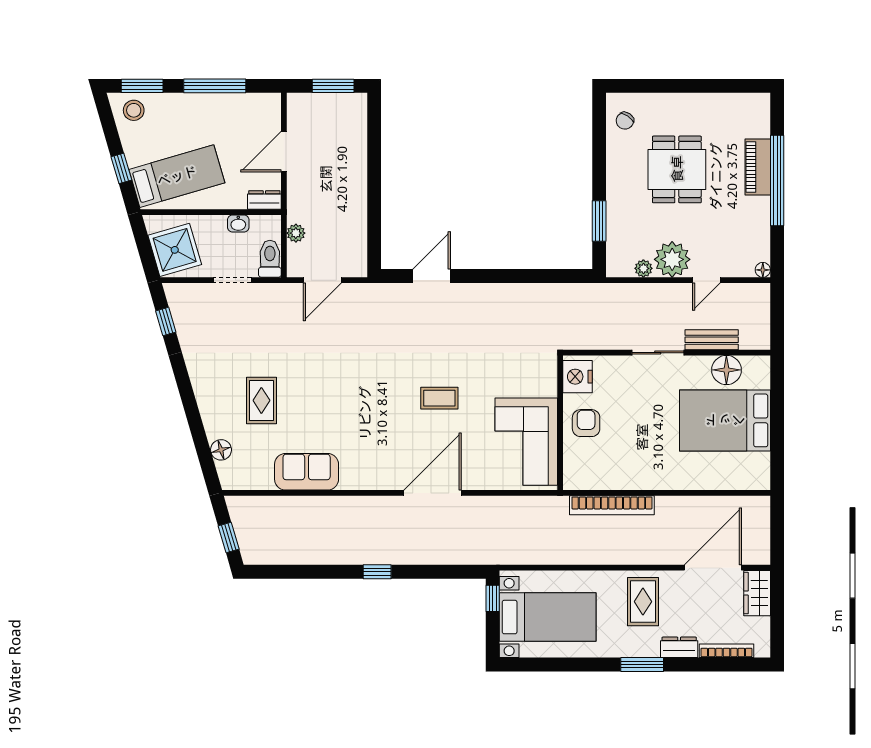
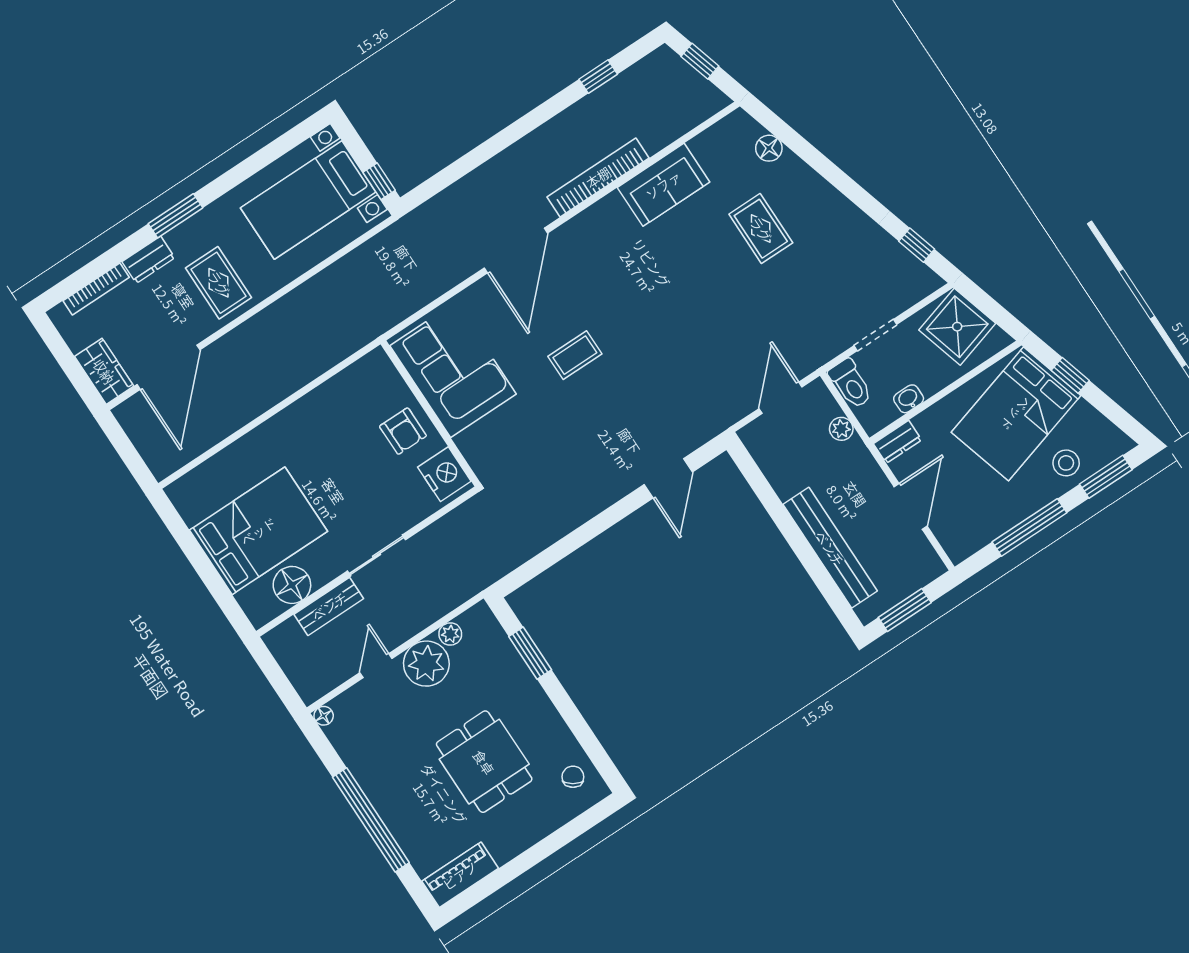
stool: (134, 110) -> (1066, 463), moved
bench: (355, 160) -> (830, 548), added
piano: (758, 167) -> (460, 875), moved, turned -90
bed: (177, 176) -> (1016, 414), width x1.50
bookcase: (612, 505) -> (598, 177), moved
window: (377, 572) -> (598, 77), moved

